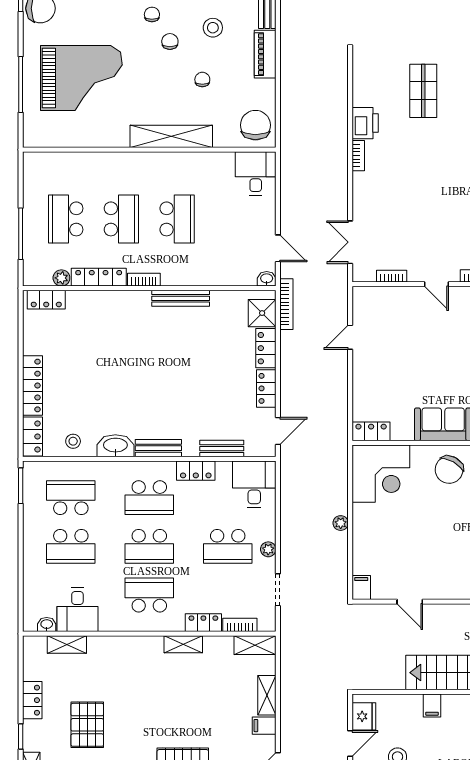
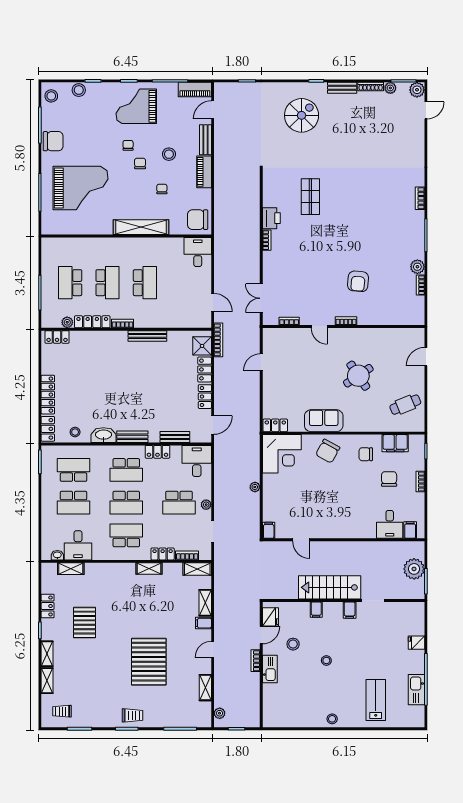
chair: (255, 125) -> (198, 220), turned -90
washbasin: (267, 279) -> (205, 323), removed

